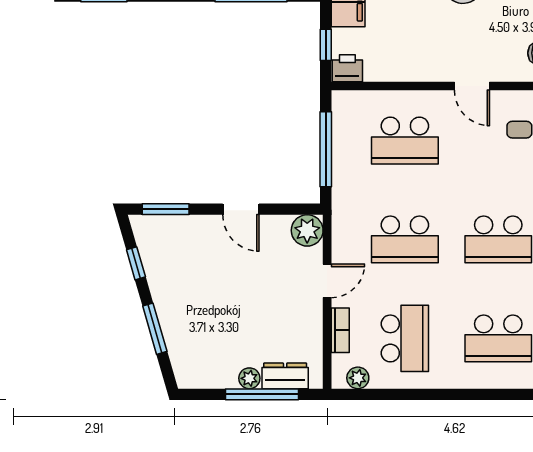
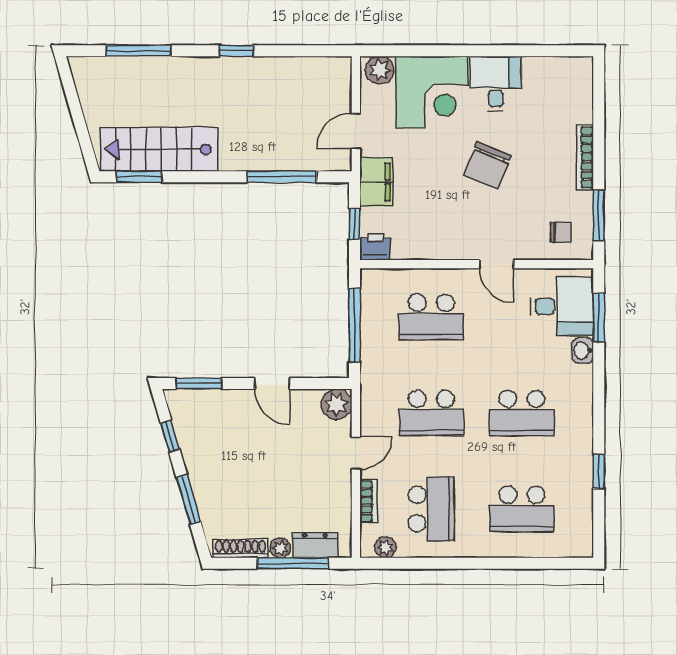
shoe rack: (208, 379) -> (241, 549), added

